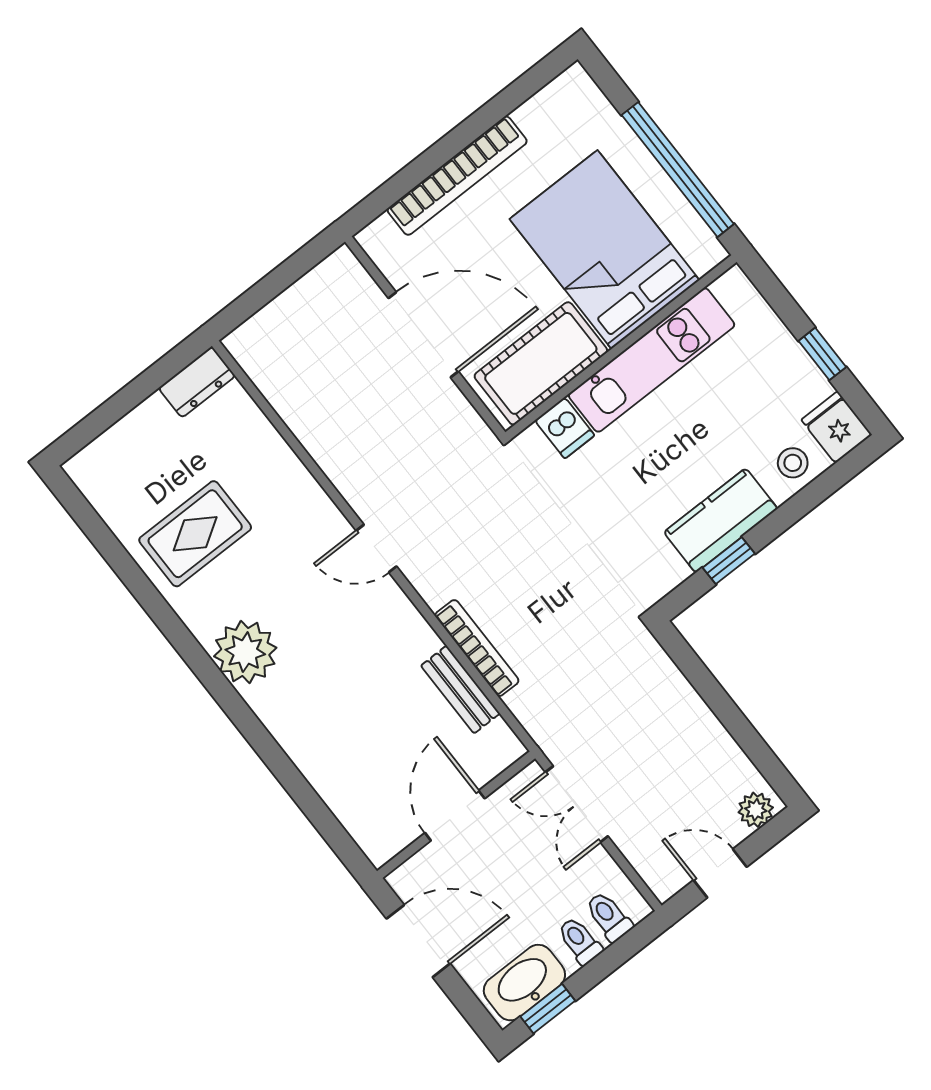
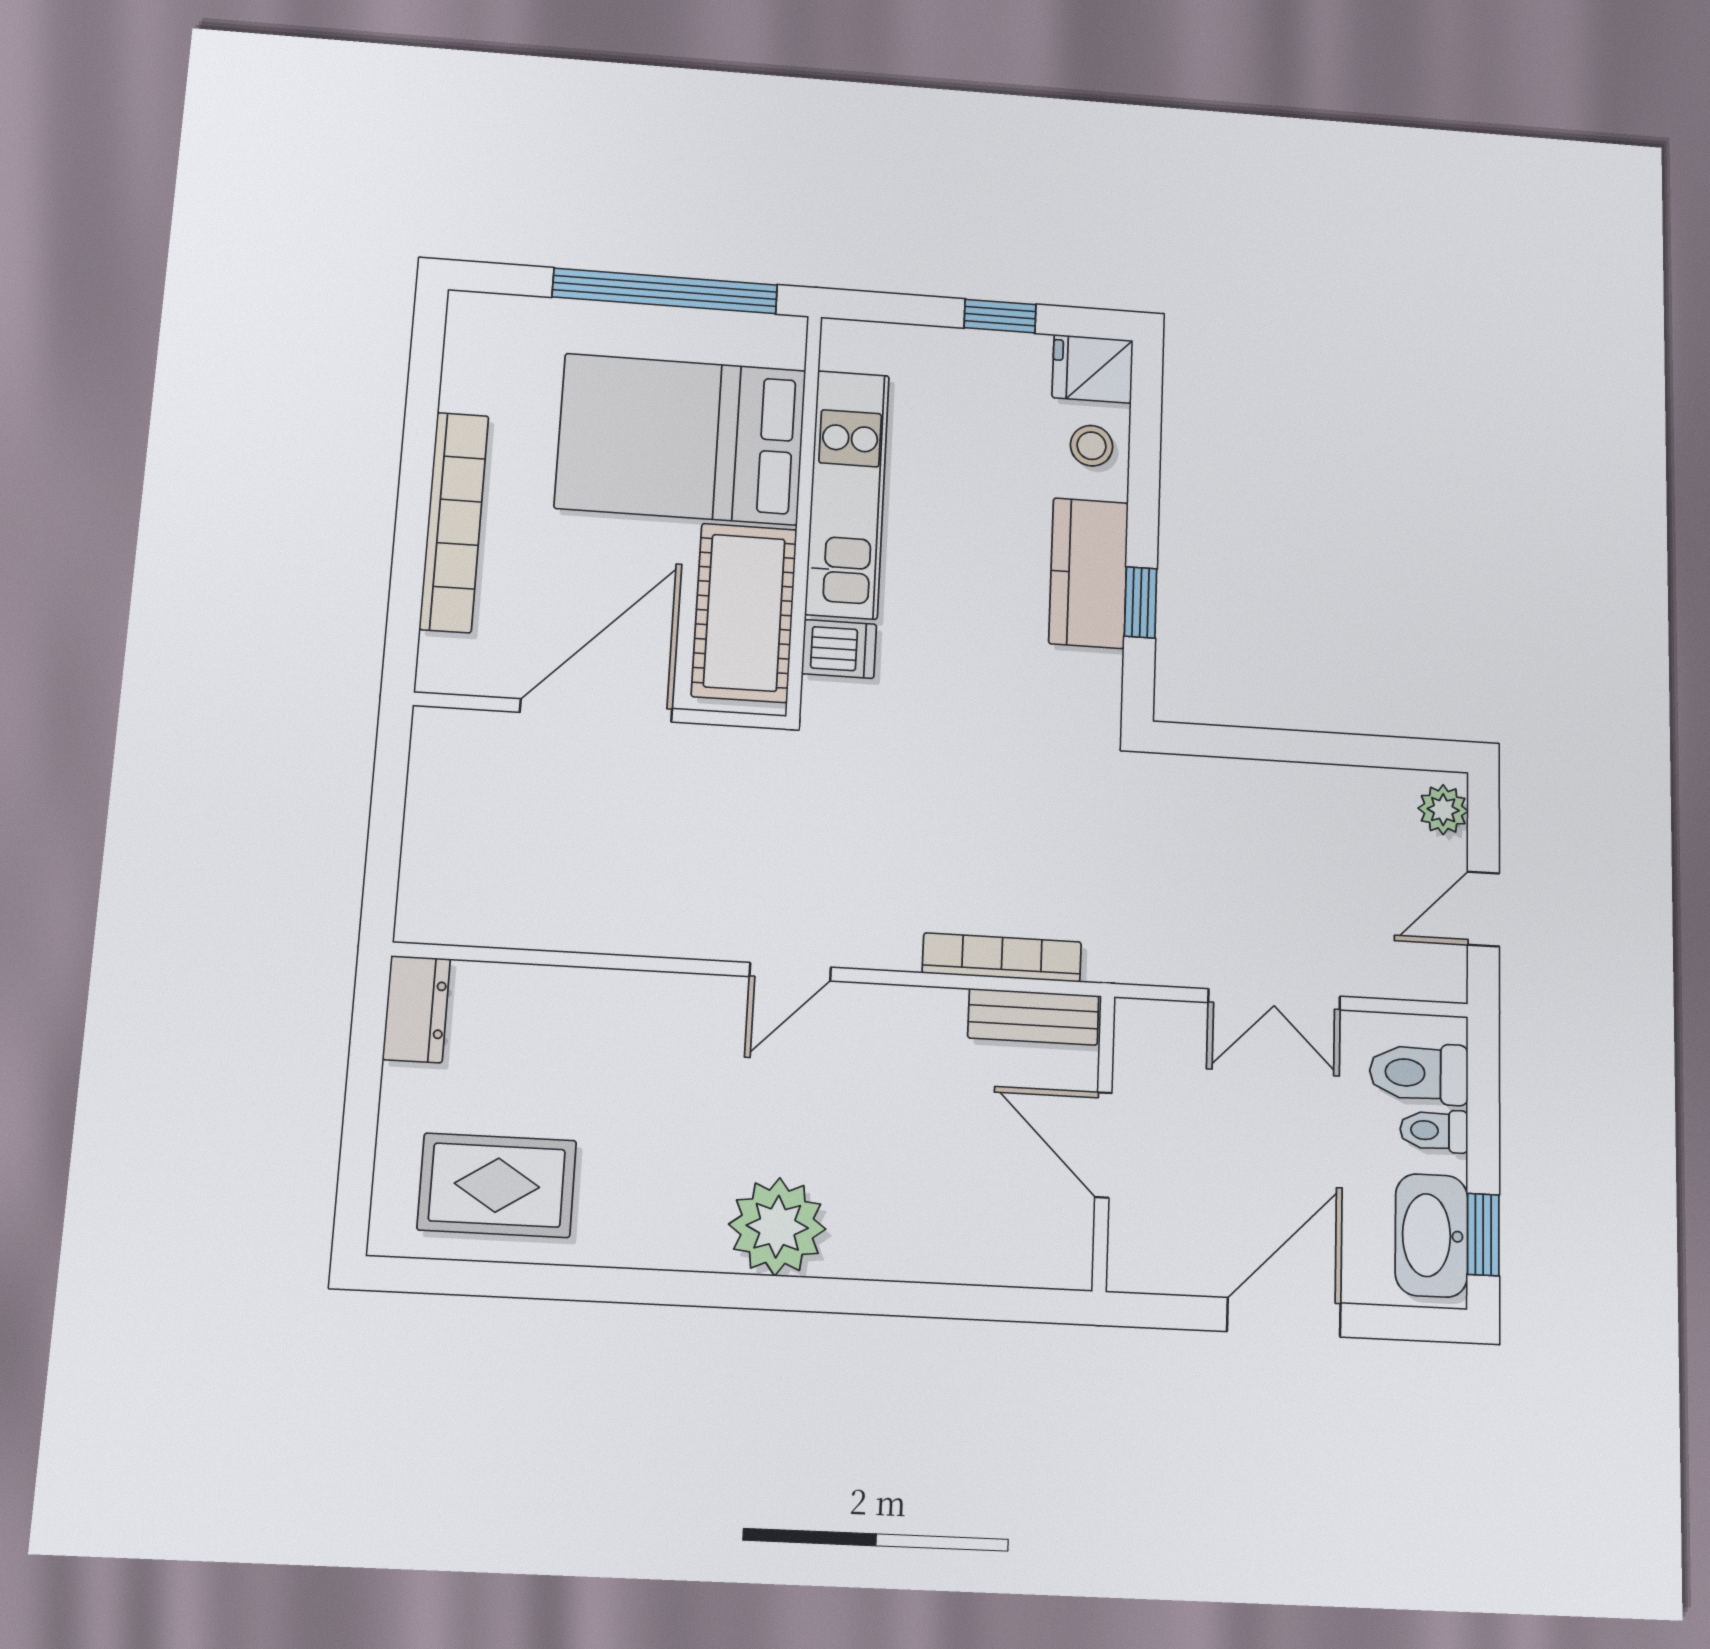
rug: (195, 534) -> (497, 1185), moved, turned 90
wall: (456, 815) -> (1103, 1142), moved
door: (455, 816) -> (1103, 1145), moved
toilet: (609, 917) -> (1419, 1073), width x1.37, depth x1.39

